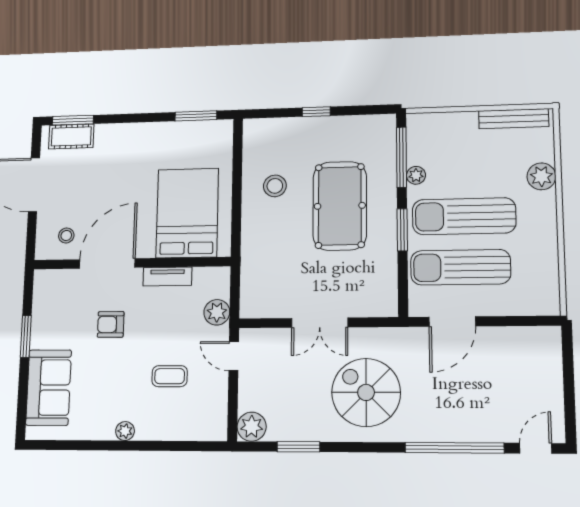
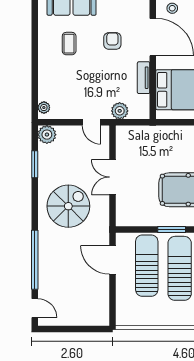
door: (234, 356) -> (91, 122), swing flipped
coffee table: (170, 376) -> (69, 44), moved
plant: (125, 431) -> (44, 108), moved

